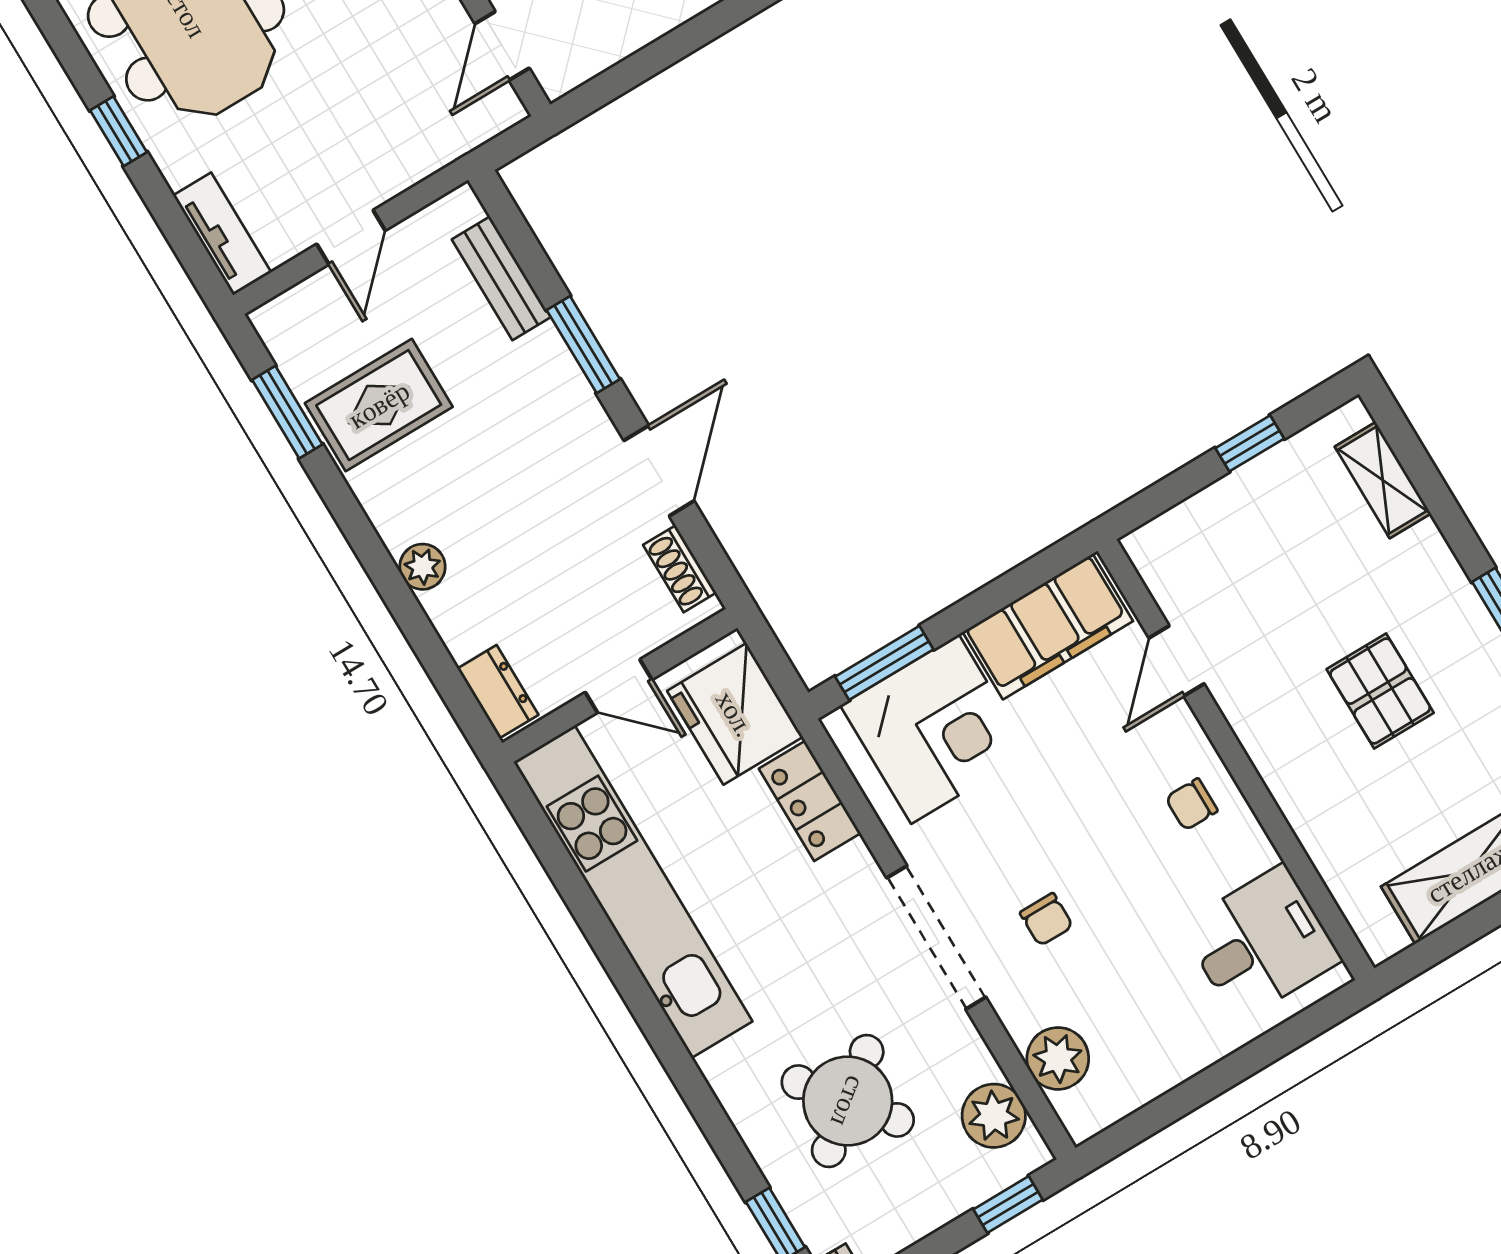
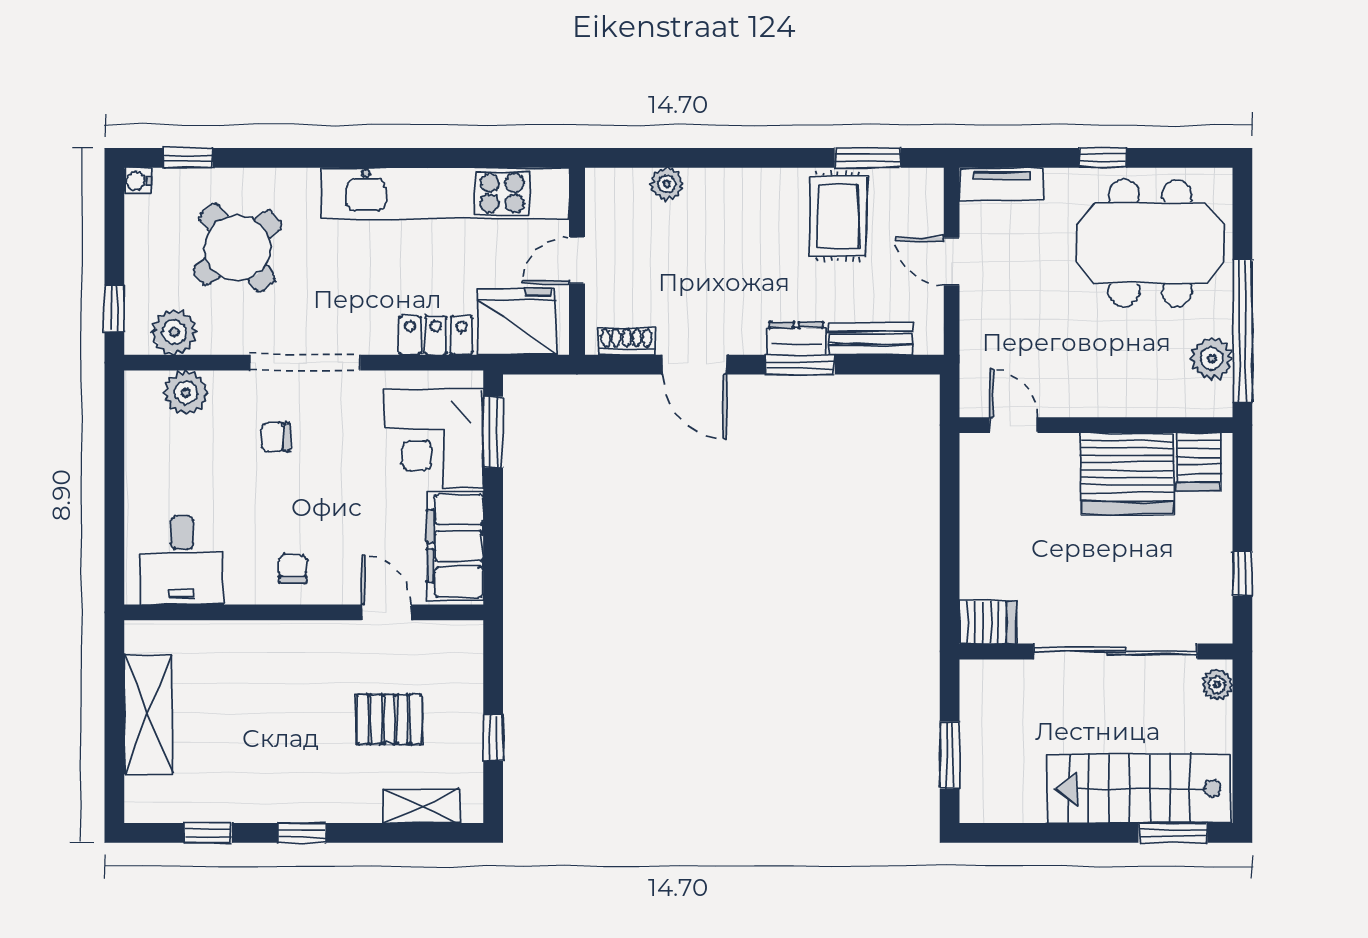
plant: (422, 567) -> (667, 184), moved
pallet: (1380, 691) -> (389, 719), moved
dresser: (498, 692) -> (796, 338), moved, turned 180

